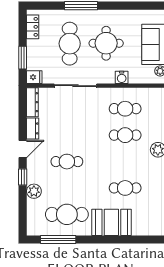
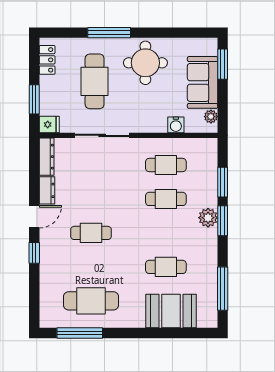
round table: (106, 43) -> (145, 63), moved
water cooler: (122, 77) -> (176, 125), moved
plant: (34, 191) -> (49, 271), removed
booth: (111, 222) -> (171, 311), moved

